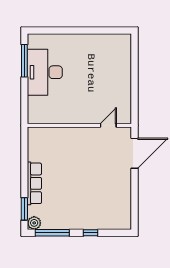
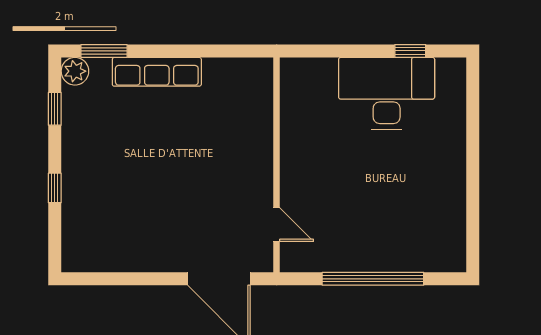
window: (24, 61) -> (410, 51), width x0.46
window: (135, 79) -> (373, 279), added
window: (52, 233) -> (55, 109), width x0.46

